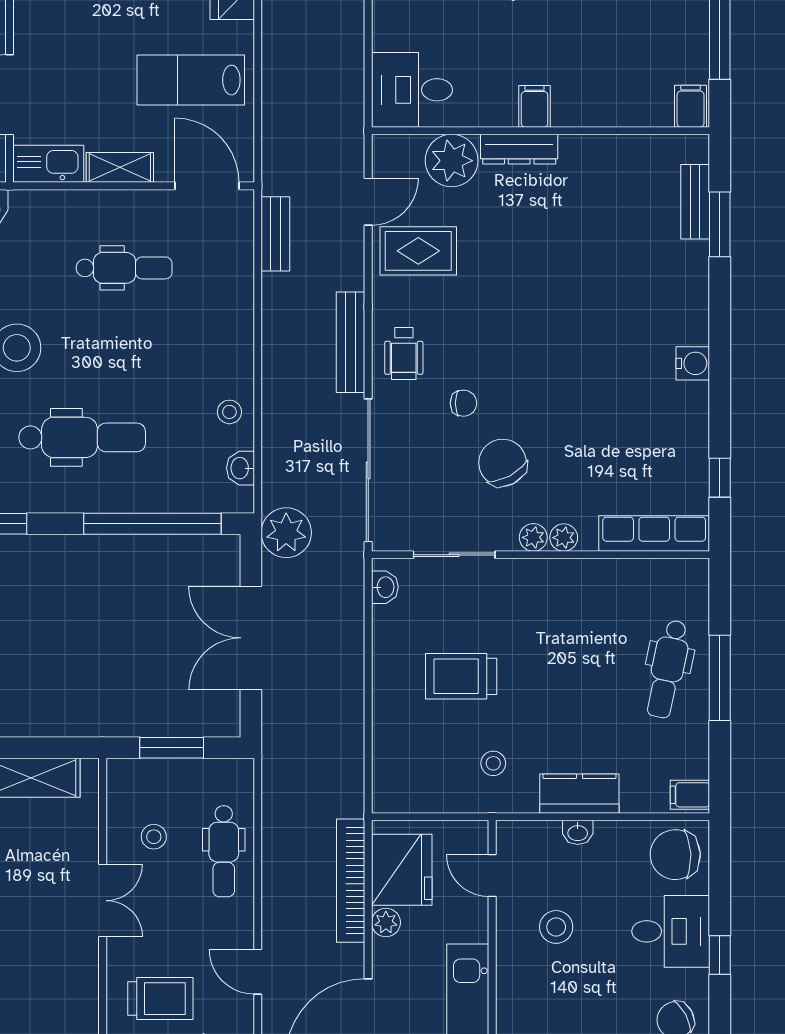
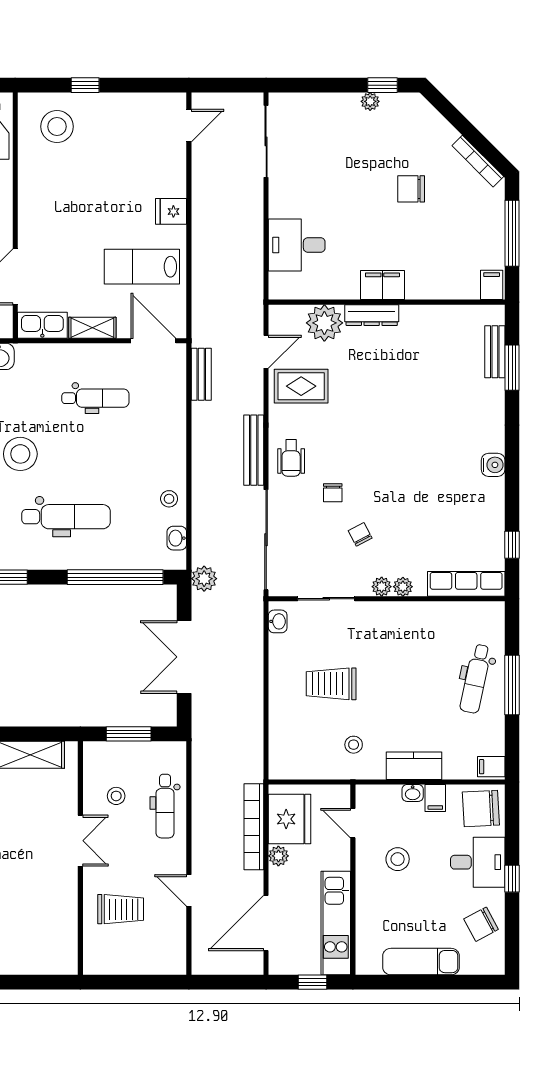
desk: (412, 90) -> (297, 245), moved
filing cabinet: (535, 106) -> (382, 285), width x2.00
chair: (464, 403) -> (333, 493), turned 90
chair: (503, 463) -> (360, 534), width x0.54, depth x0.54
plant: (286, 533) -> (204, 579), width x0.73, depth x0.73
filing cabinet: (610, 840) -> (435, 798), added

